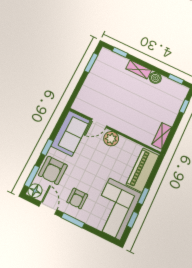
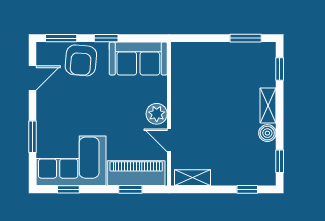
door: (99, 123) -> (169, 140), moved
armchair: (53, 170) -> (81, 60), turned -85
floor lamp: (35, 191) -> (45, 51), removed
window: (143, 196) -> (130, 189), moved
armchair: (77, 198) -> (61, 108), removed
window: (73, 220) -> (32, 137), moved

